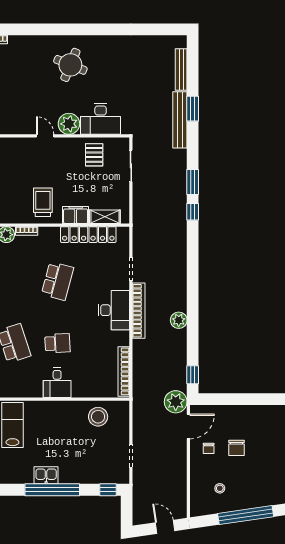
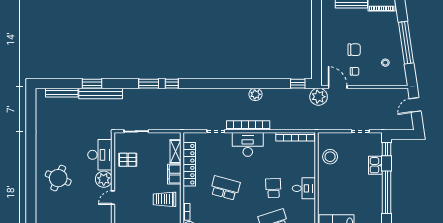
kitchen sink: (46, 475) -> (375, 165), moved

